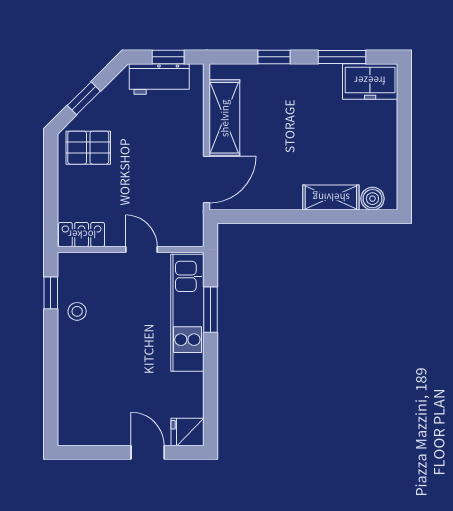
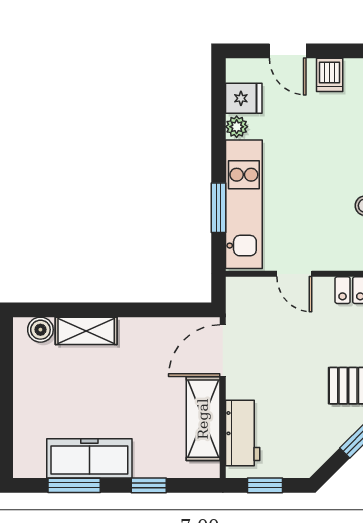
workbench: (159, 79) -> (243, 433), moved, turned 90
freezer: (370, 81) -> (89, 458), moved, width x1.40
plant: (194, 383) -> (237, 127), added
dishwasher: (109, 431) -> (330, 75), added
fridge: (188, 432) -> (244, 98), moved

